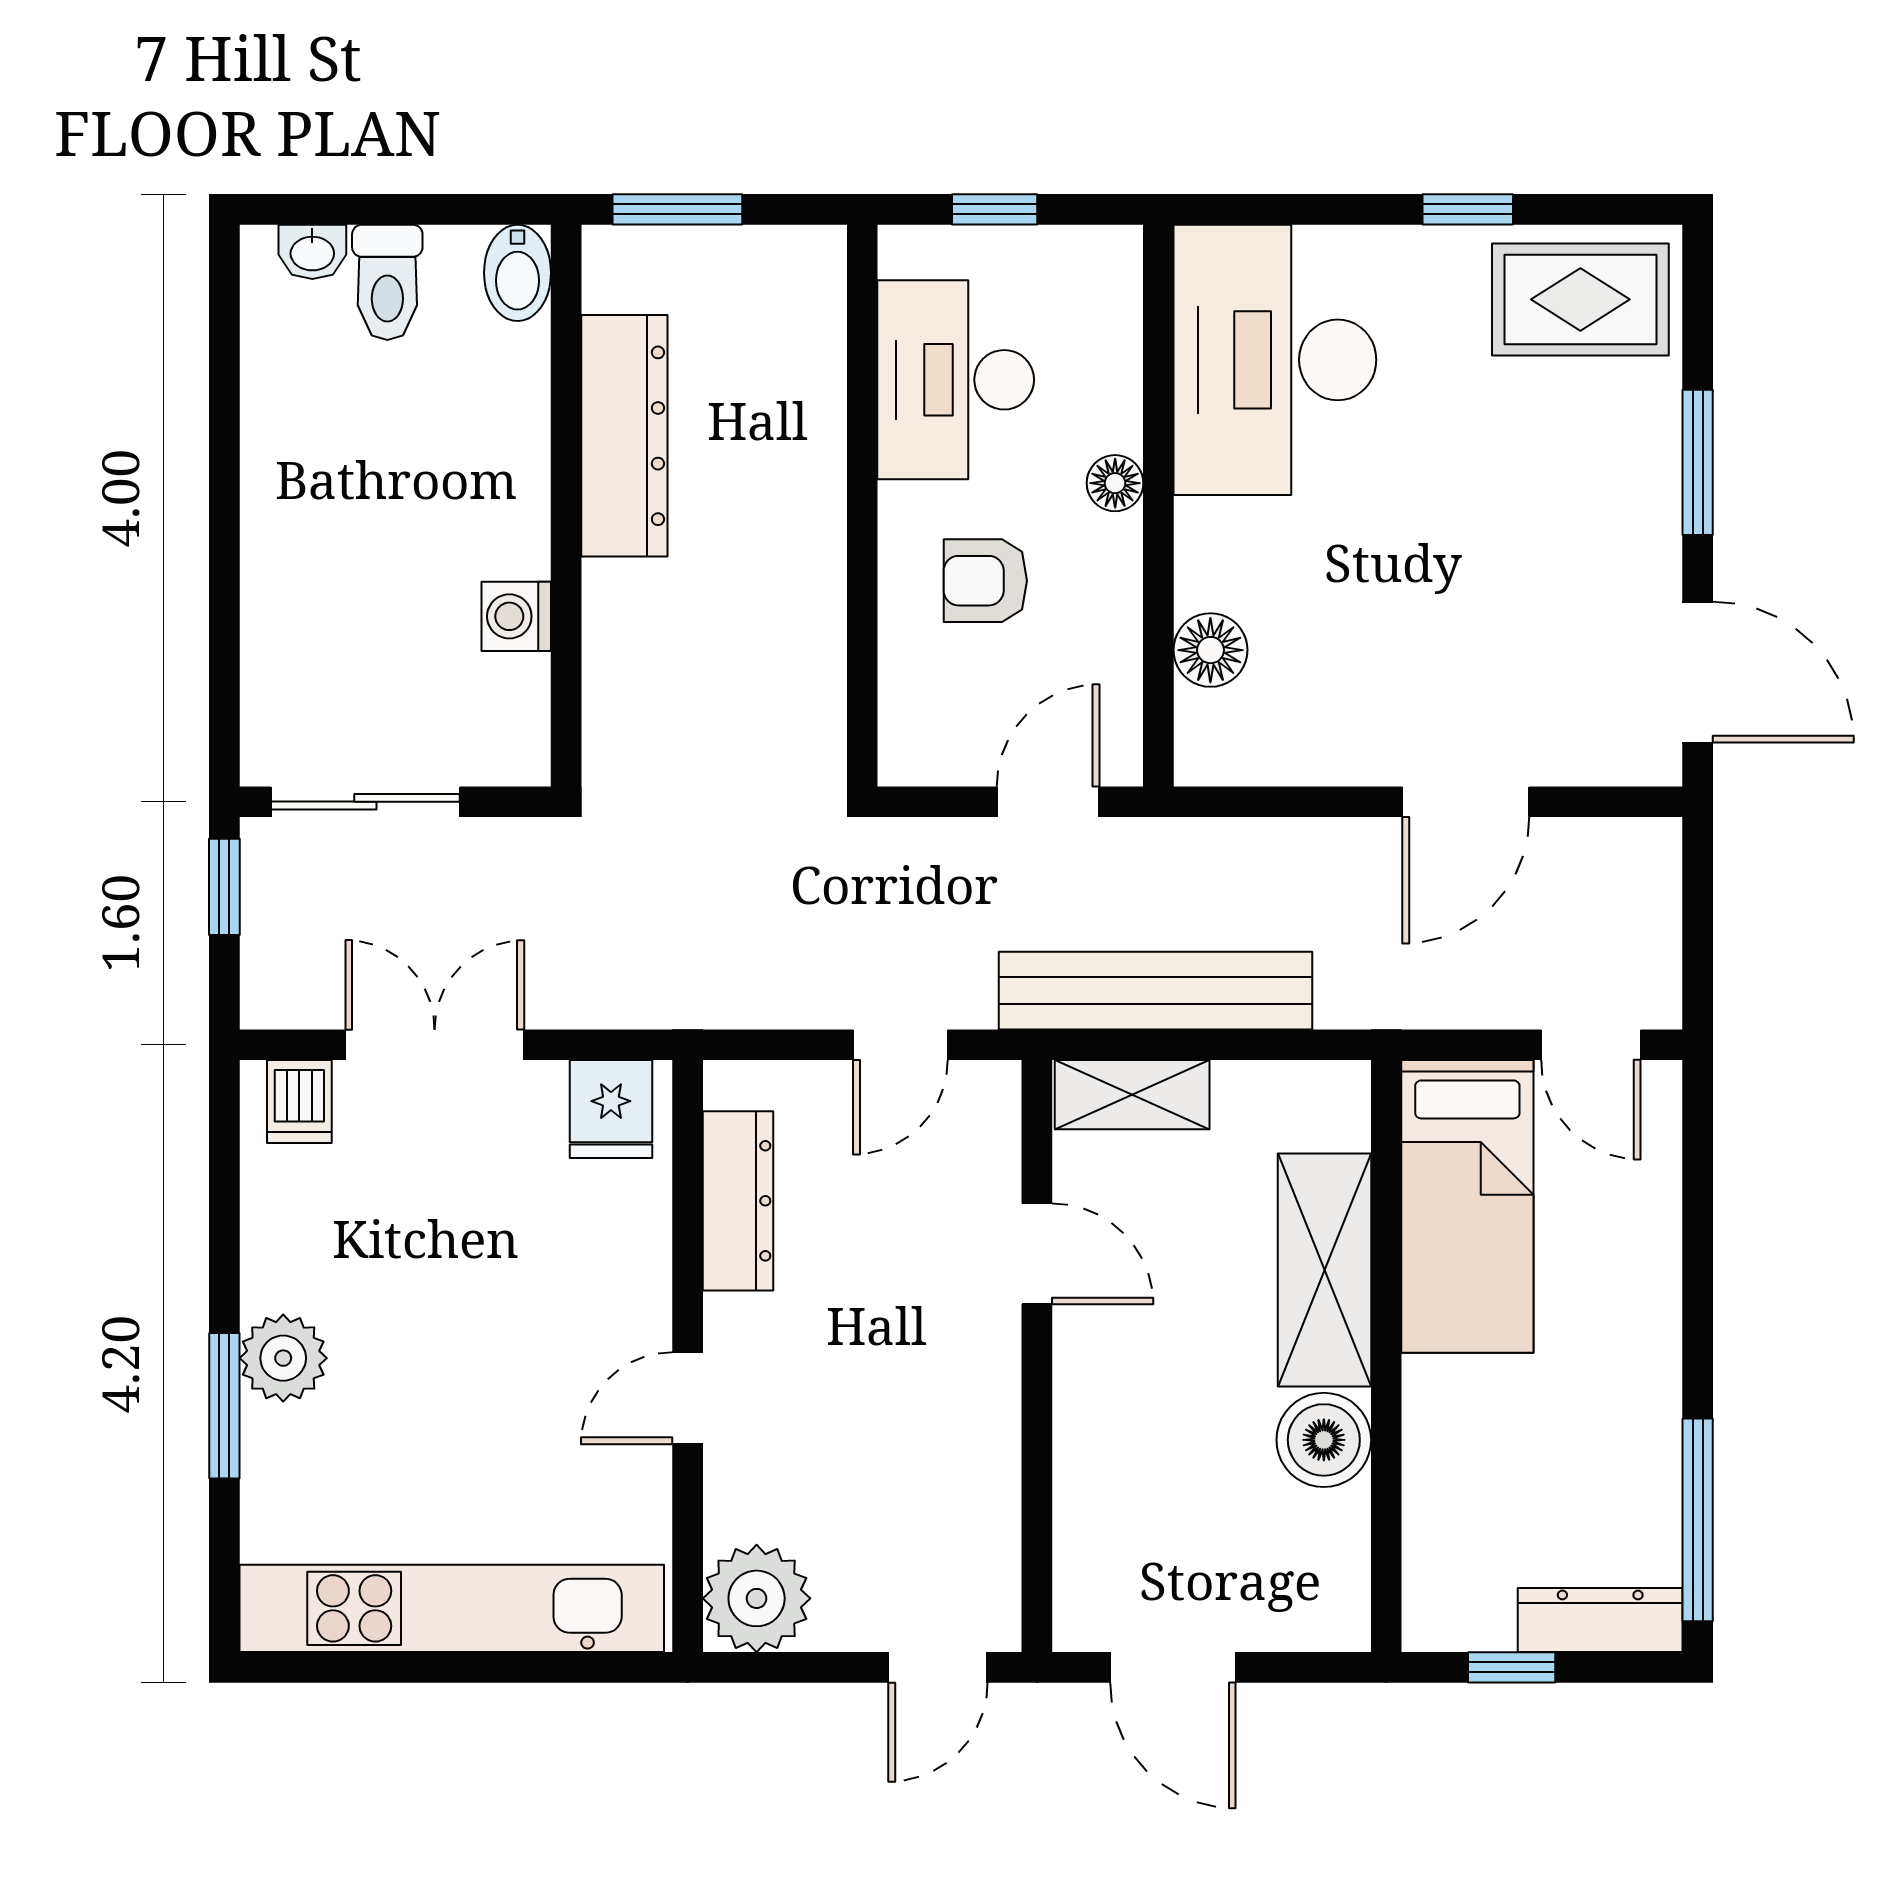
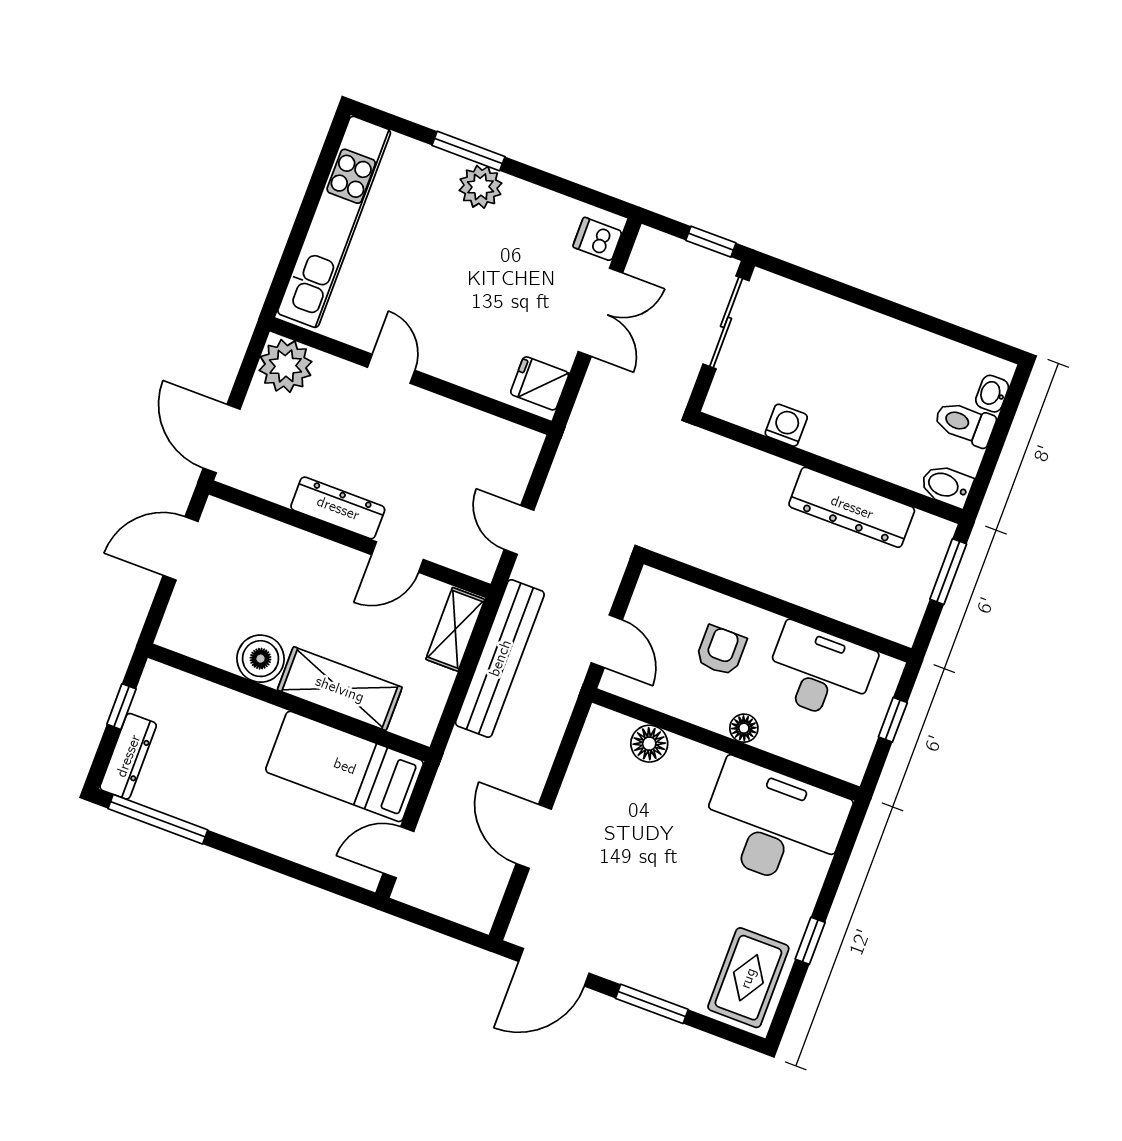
dresser: (738, 1201) -> (338, 508), moved, turned 180
door: (938, 1667) -> (222, 439), width x1.38

